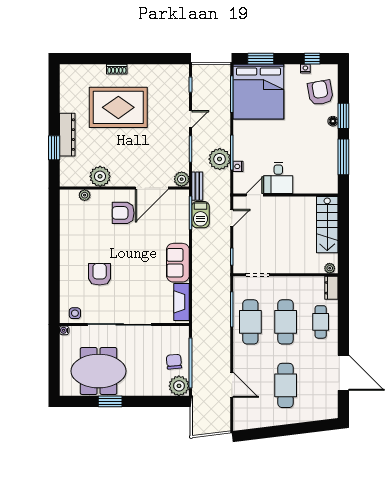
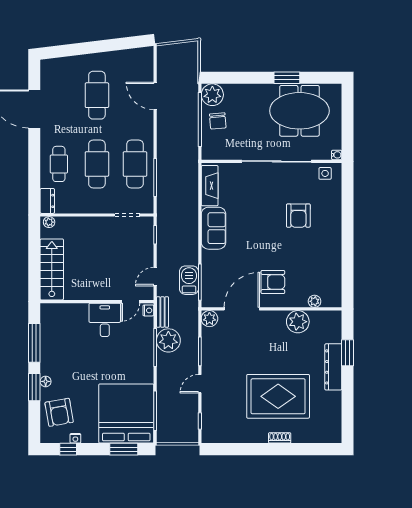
nightstand: (238, 166) -> (148, 310), moved
bench: (197, 186) -> (162, 312), moved

